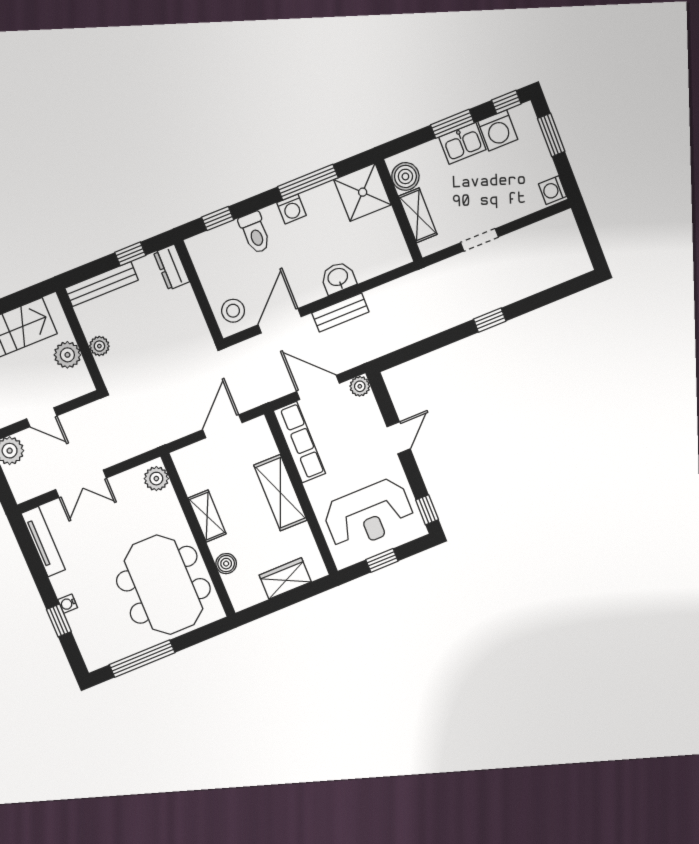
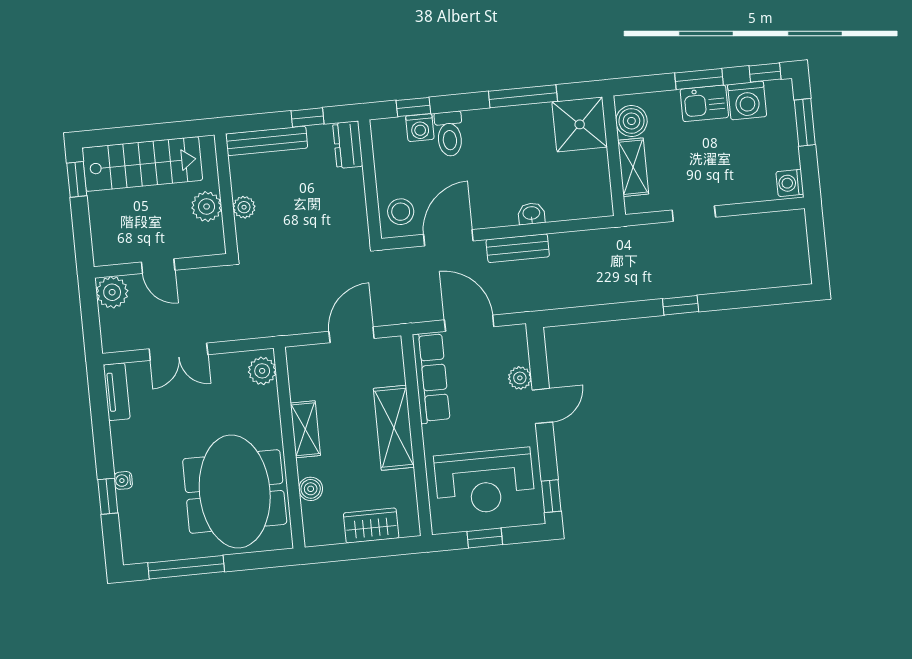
washing machine: (292, 209) -> (420, 128), moved
washbasin: (338, 278) -> (531, 214), width x0.72, depth x0.69
plant: (360, 386) -> (520, 378), moved
tv unit: (43, 542) -> (117, 392), width x0.71

